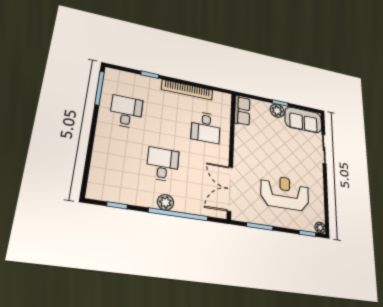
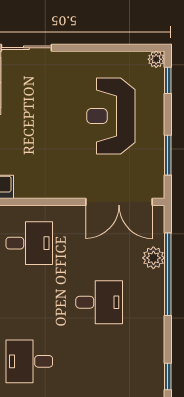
desk: (163, 164) -> (99, 302), turned 180
plant: (165, 202) -> (153, 258), moved
window: (117, 205) -> (168, 377), moved

